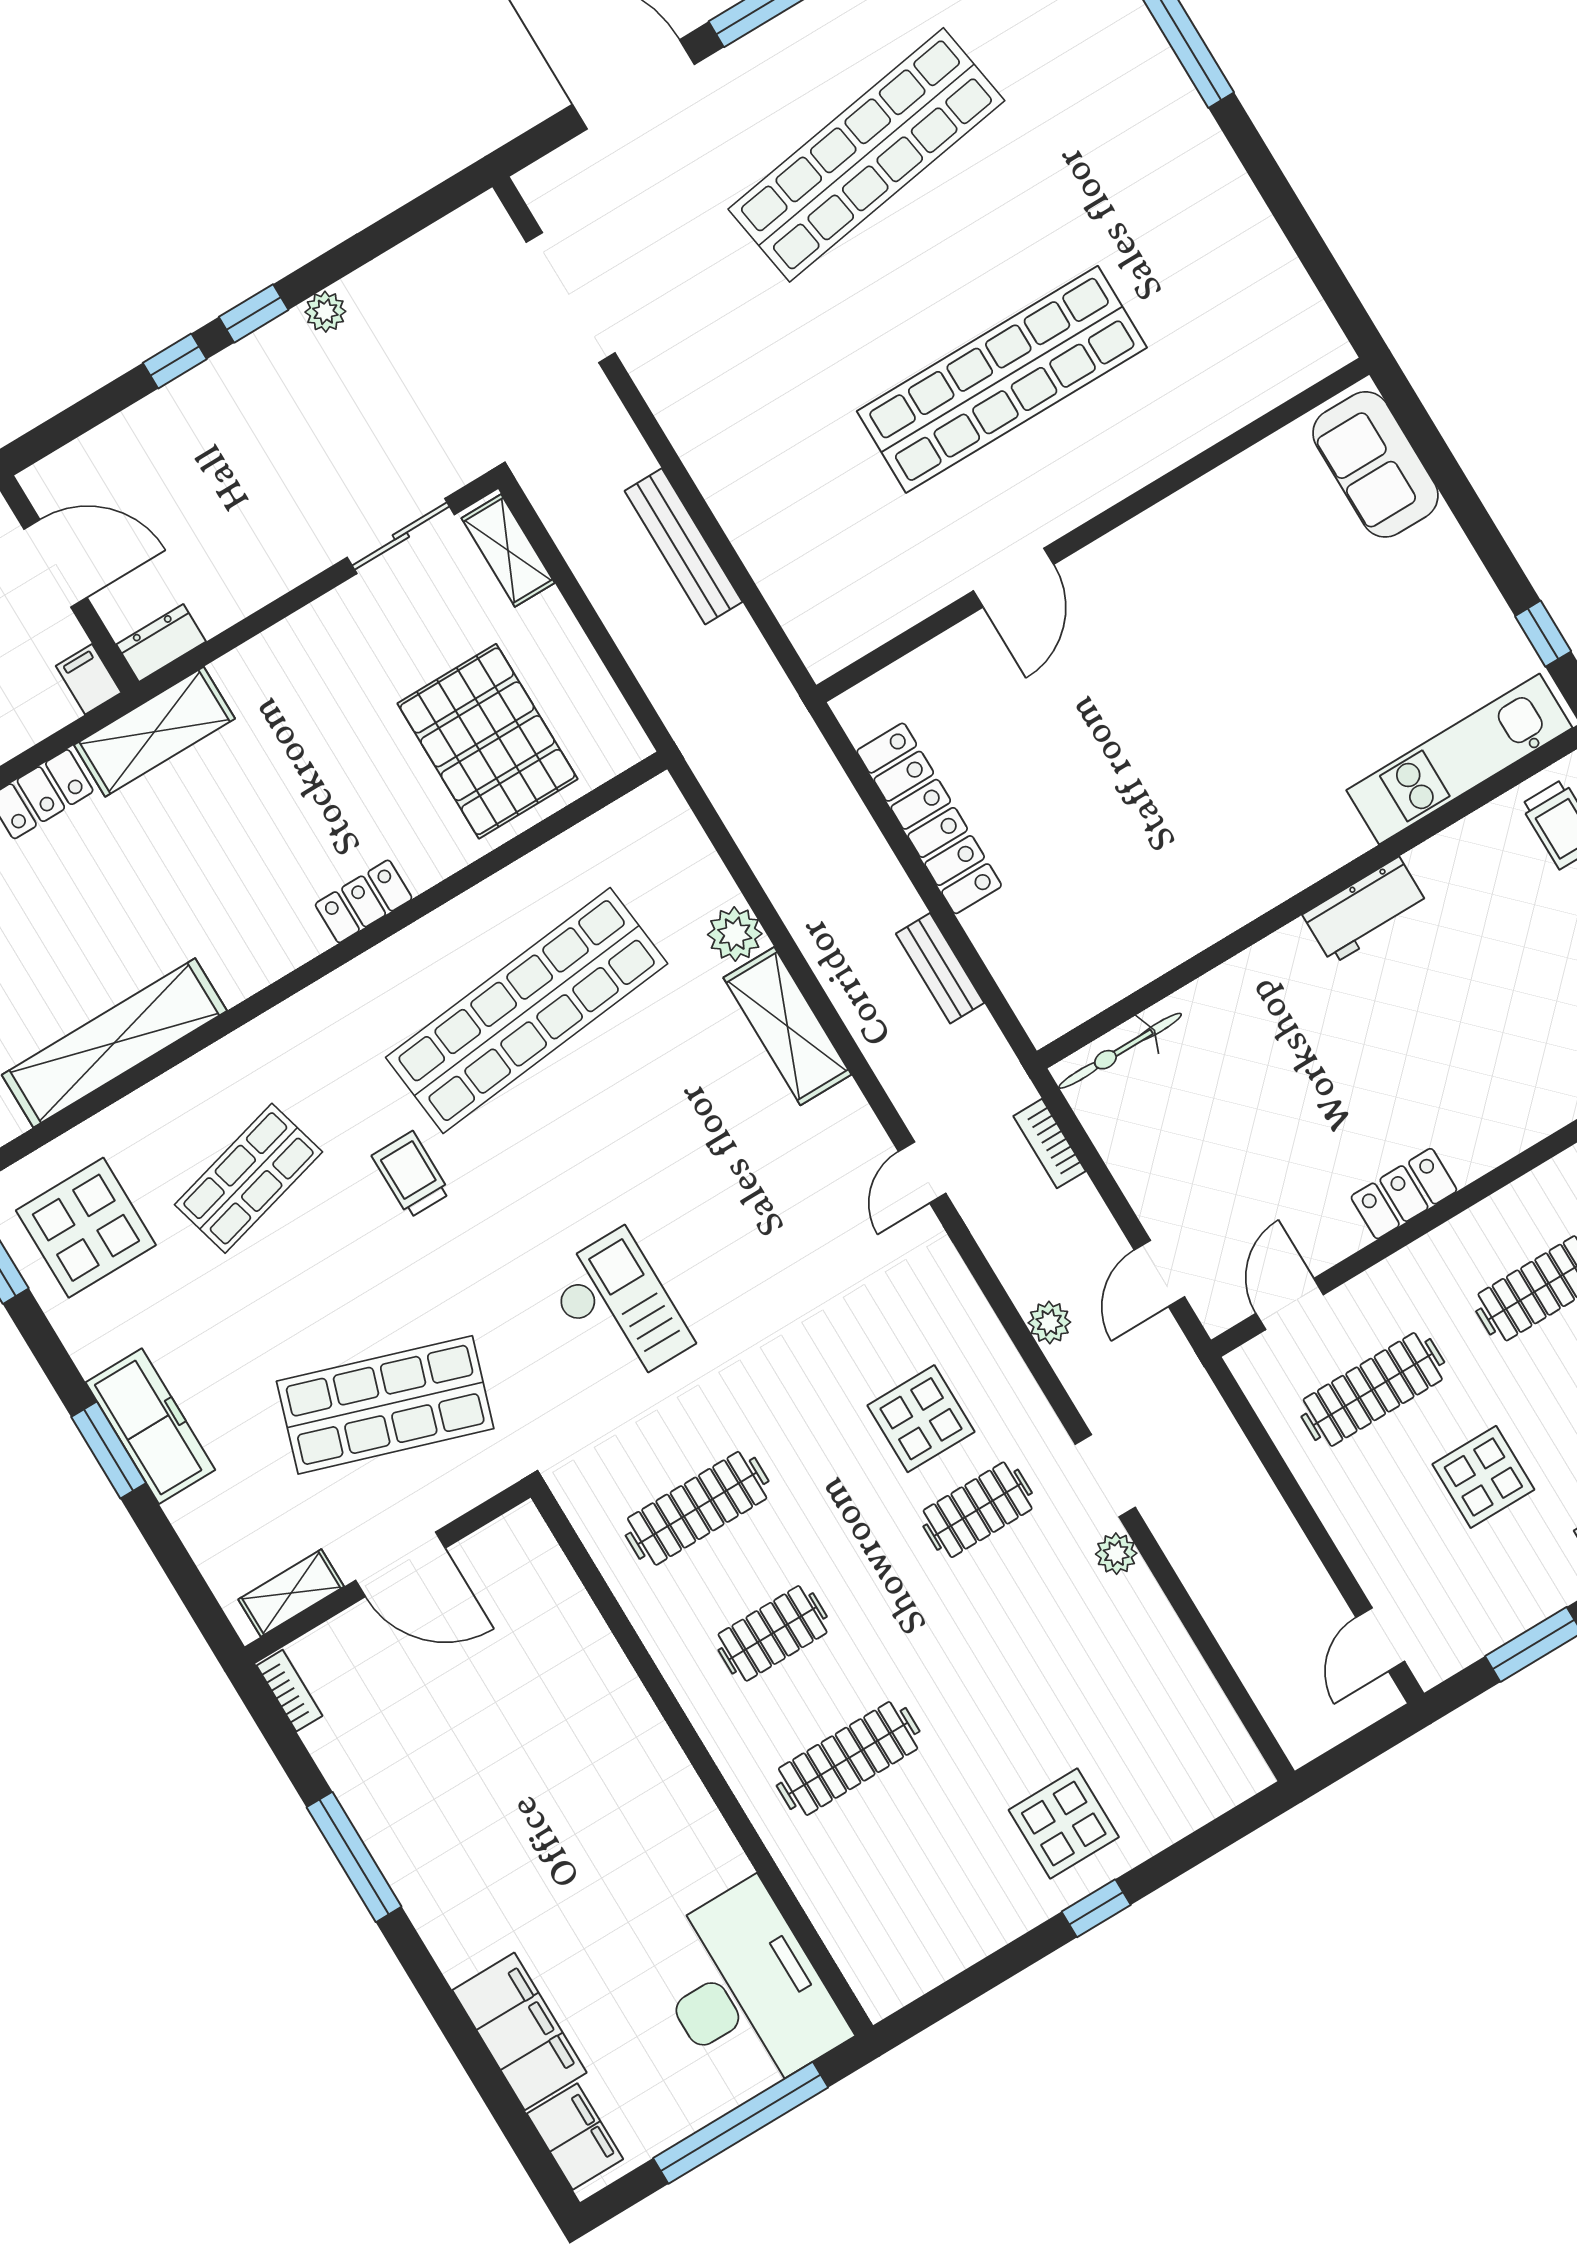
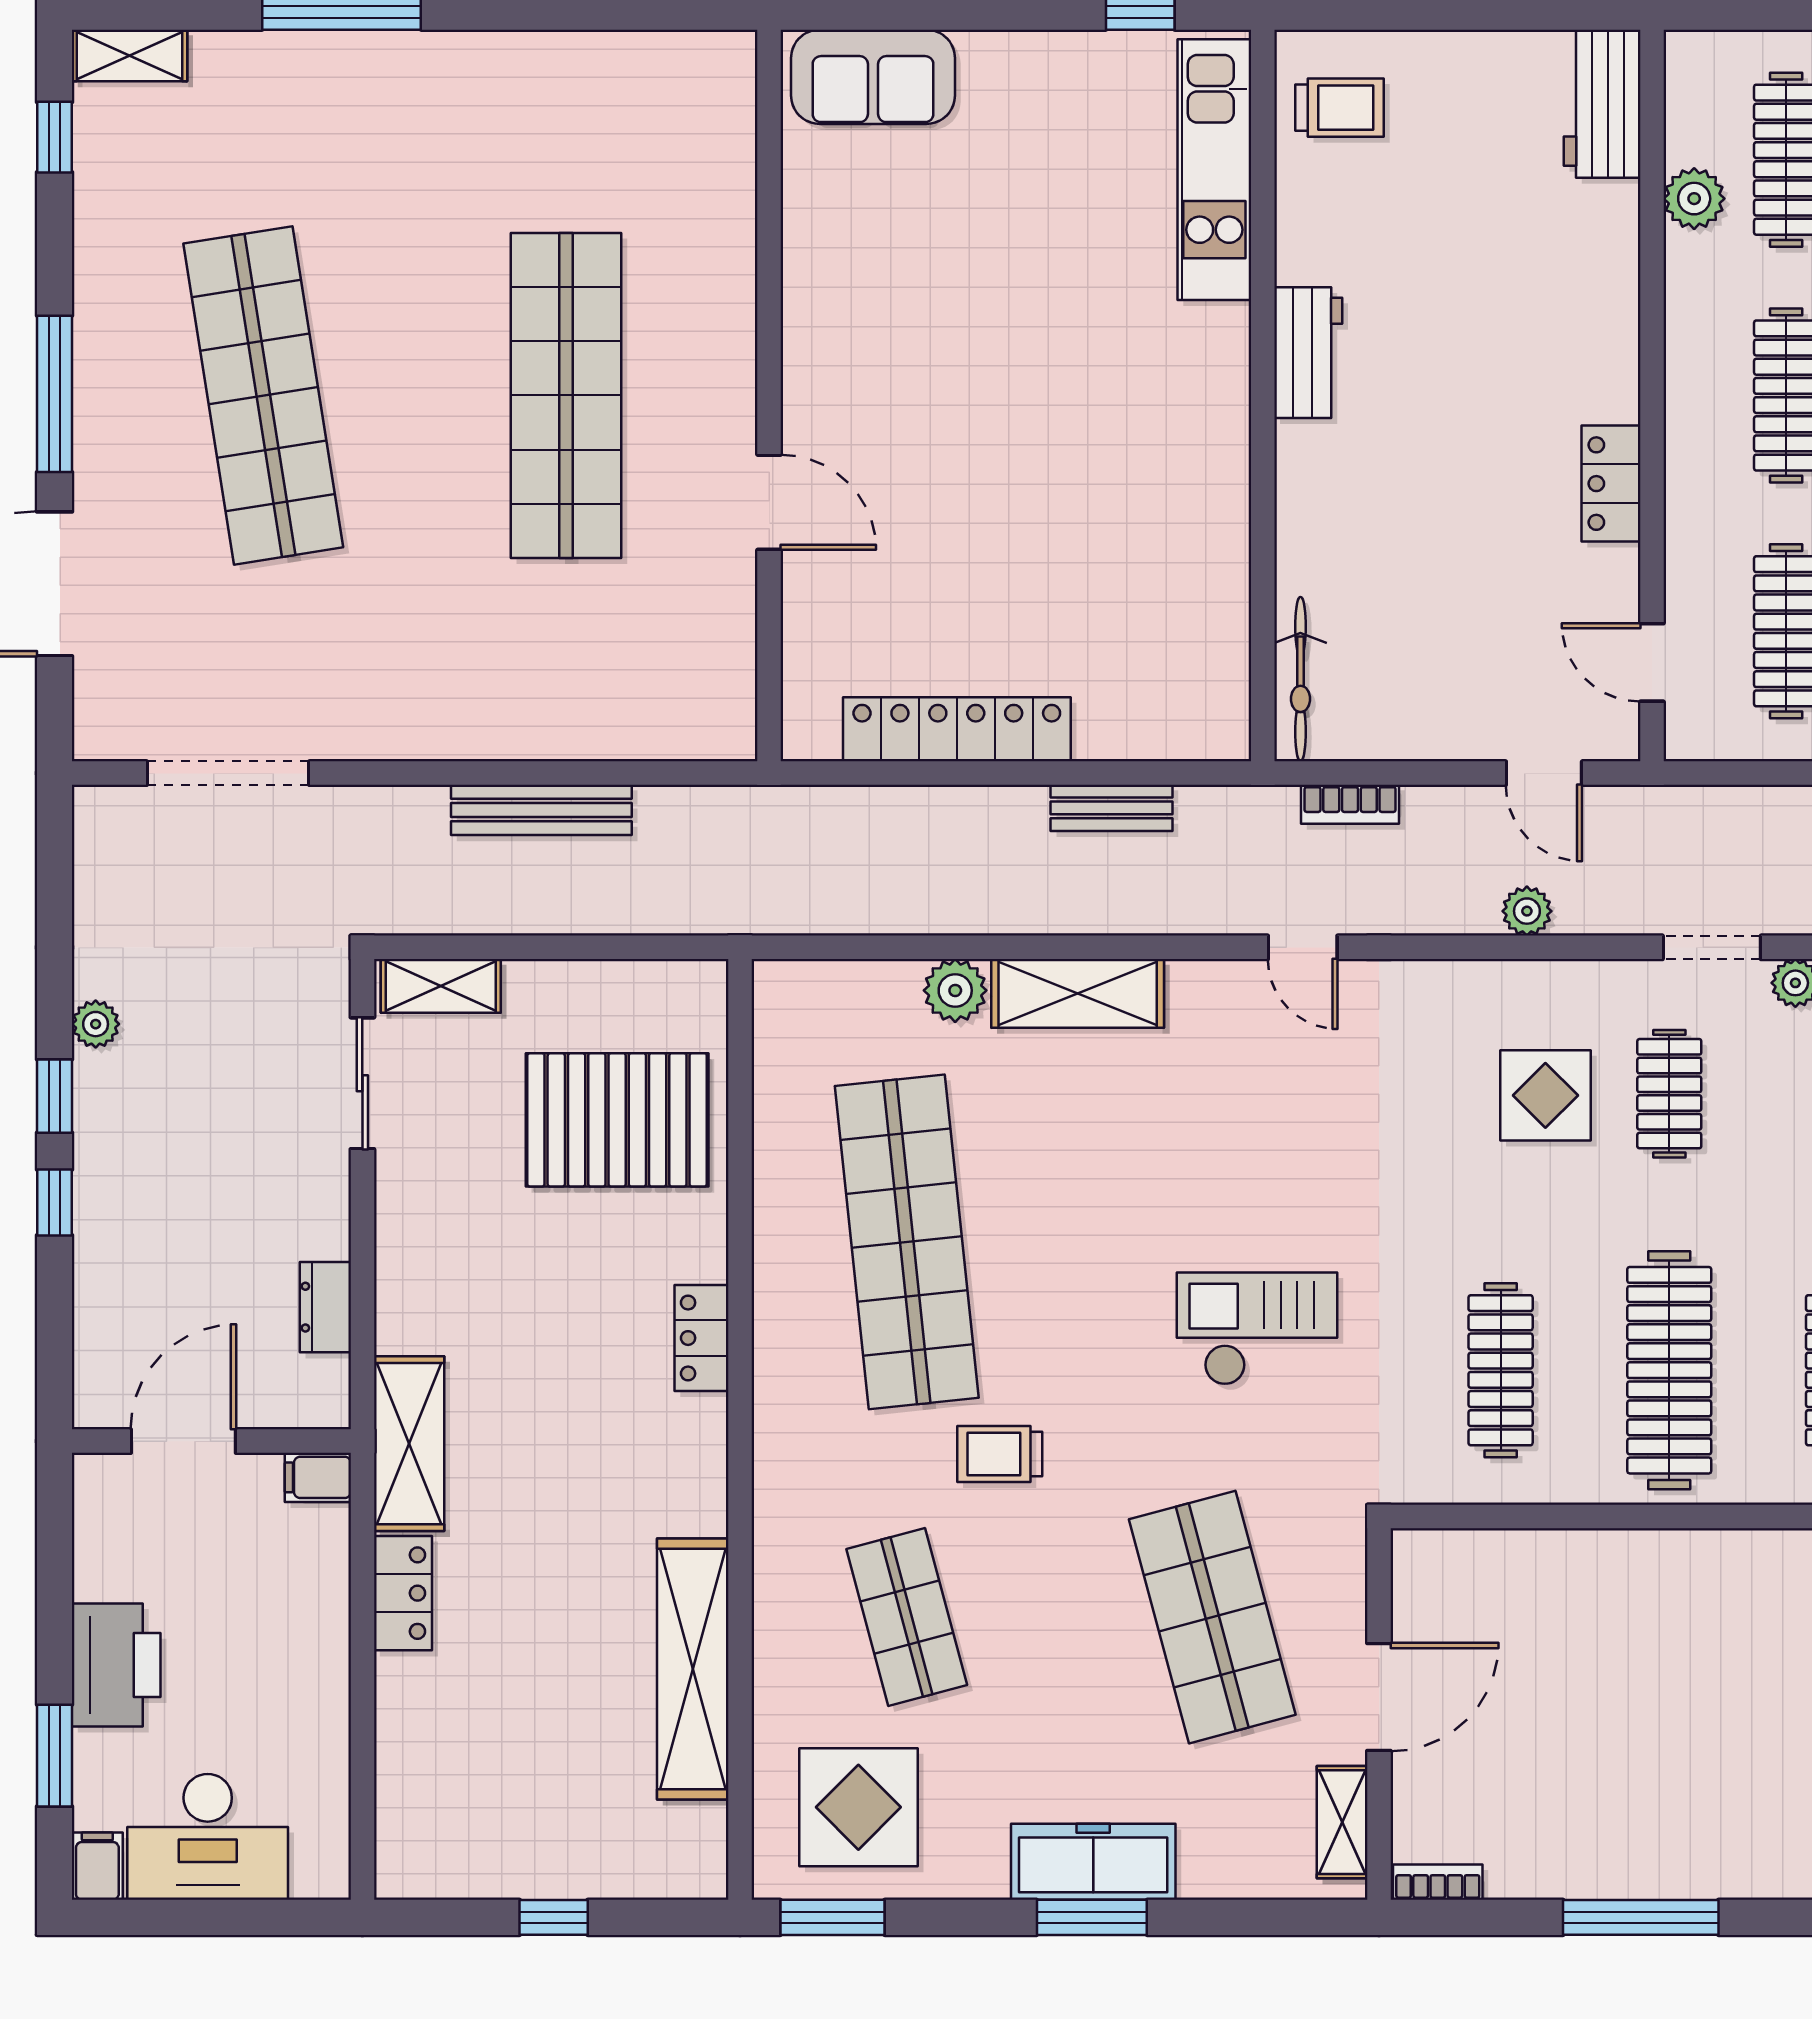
dresser: (161, 643) -> (325, 1307), moved
shop shelf: (385, 1405) -> (1212, 1617), turned -33
clothes rail: (773, 1633) -> (1669, 1370), width x1.86, depth x1.31

